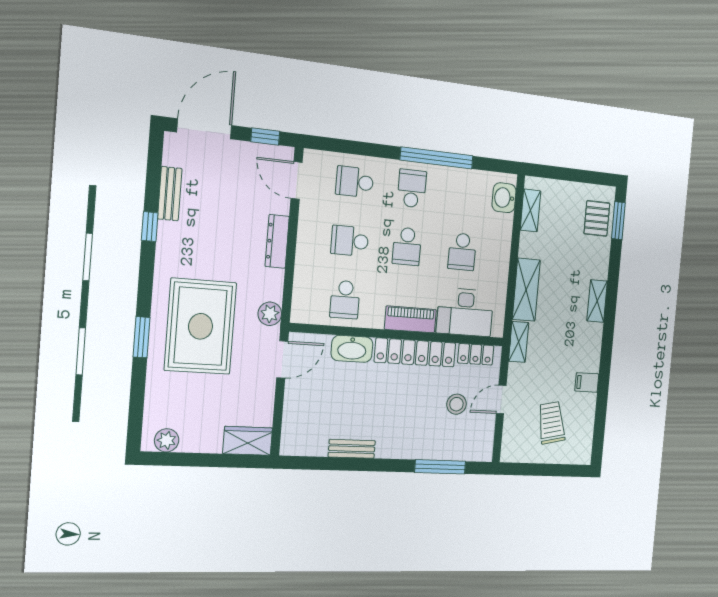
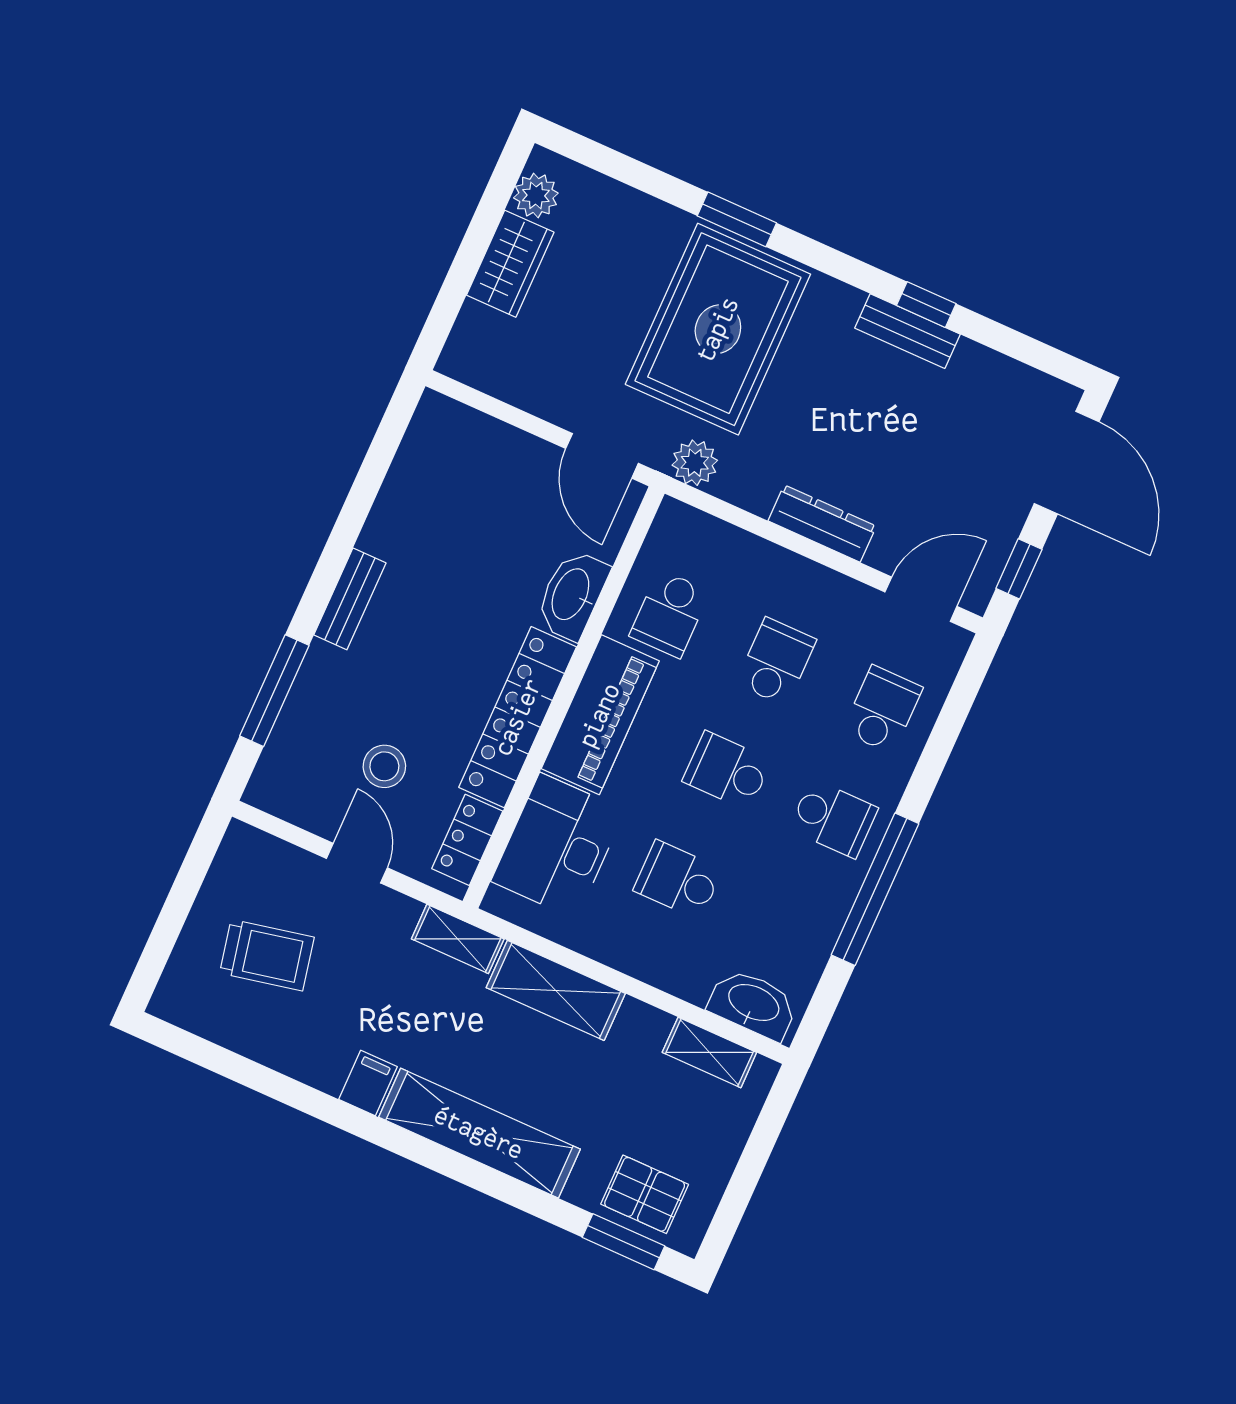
bench: (170, 194) -> (907, 331), moved
washbasin: (504, 198) -> (753, 1004), width x1.38
school desk: (345, 300) -> (670, 614), turned -90
shelving: (597, 301) -> (479, 1133), width x2.20, depth x1.33
piano: (410, 319) -> (600, 715), width x1.37, depth x1.33
rug: (201, 326) -> (718, 329), turned 90
filing cabinet: (587, 382) -> (368, 1083), moved
wardrobe: (248, 441) -> (510, 264), moved
bench: (352, 449) -> (350, 599), moved

